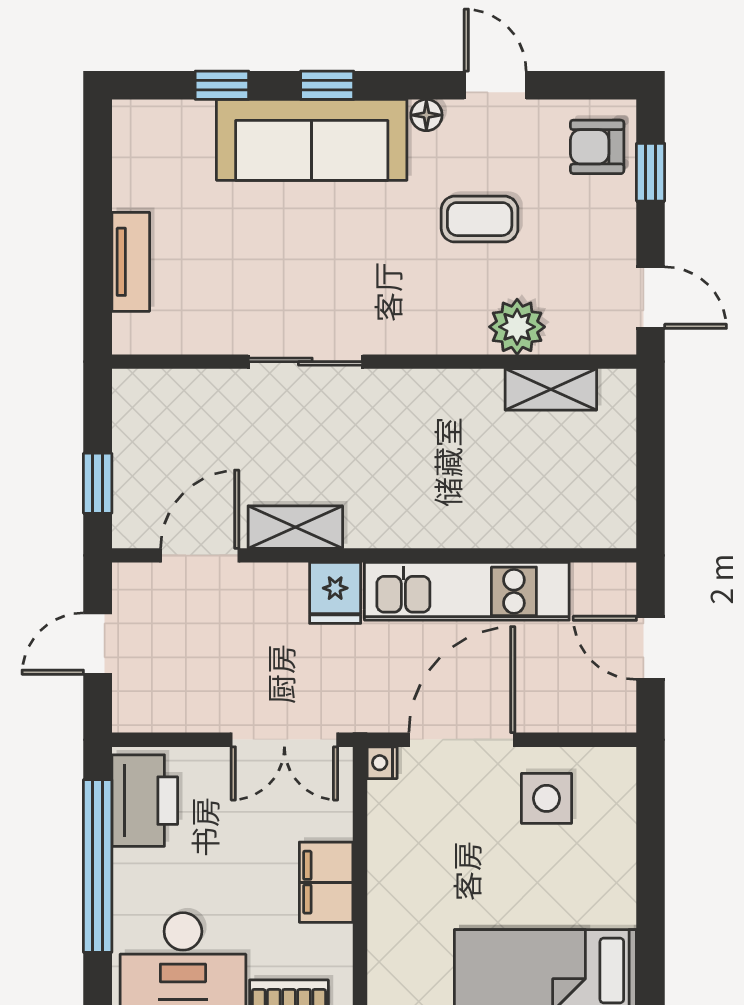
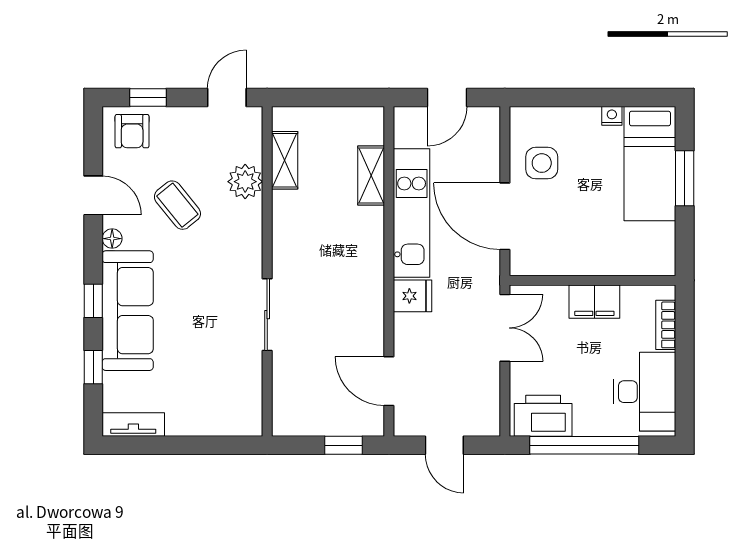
door: (495, 85) -> (93, 195), swing flipped
coffee table: (480, 219) -> (177, 205), turned -39
tv unit: (131, 262) -> (133, 424), moved
shelving: (295, 527) -> (371, 175), moved
nightstand: (382, 763) -> (612, 116), moved, turned 180

